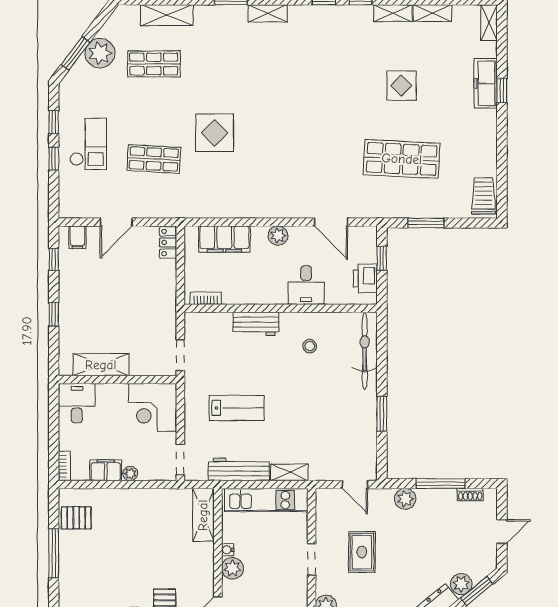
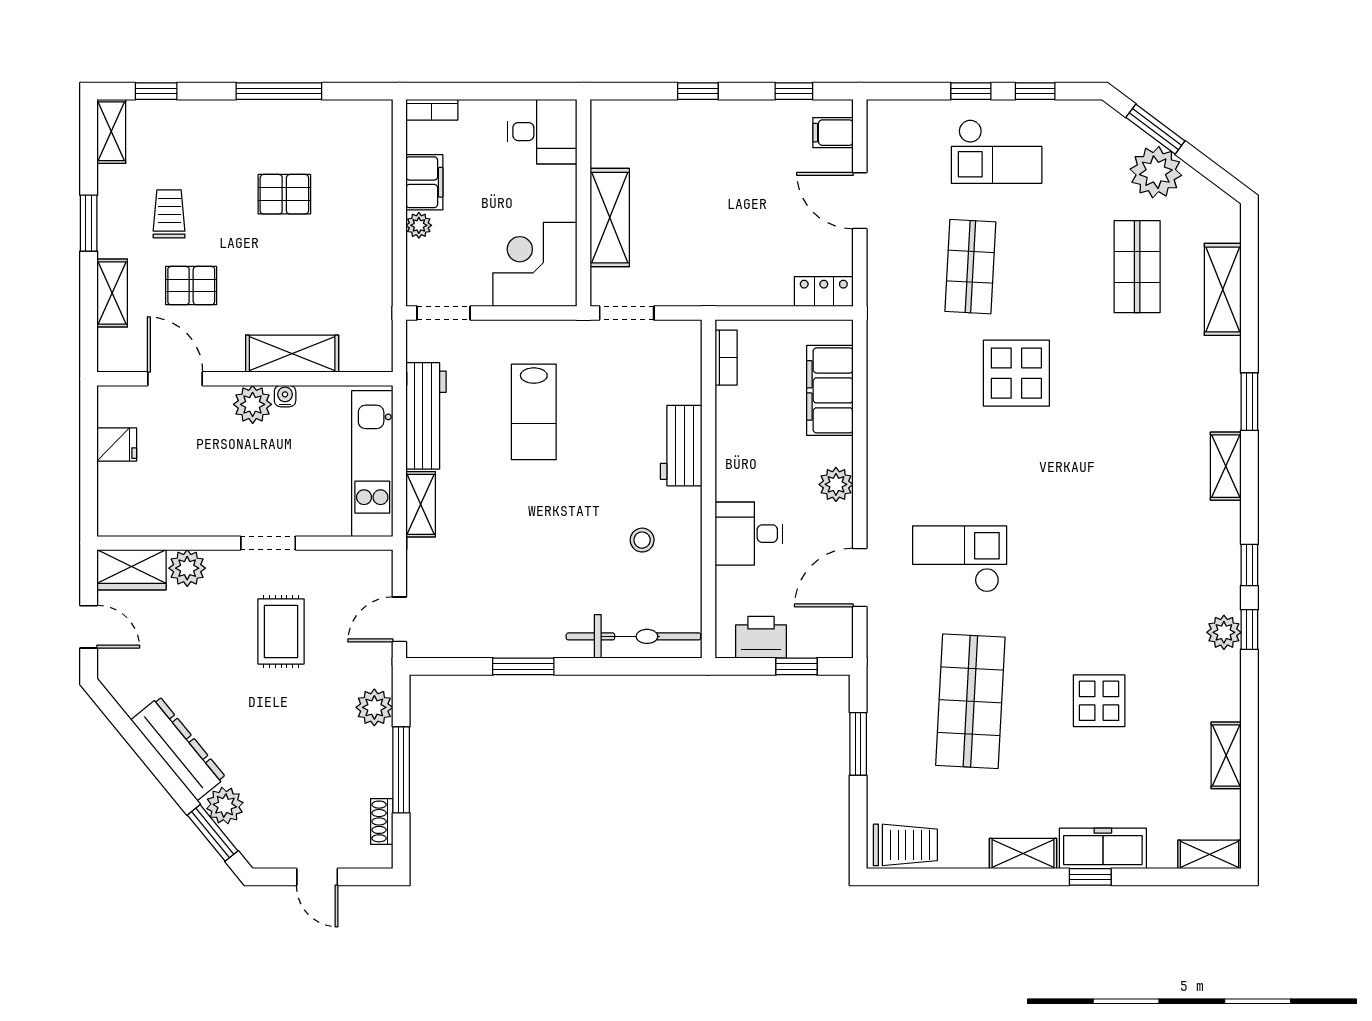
shelving: (393, 13) -> (1023, 854), moved, turned 90
plant: (362, 14) -> (1224, 632), added
checkout: (321, 165) -> (960, 559), added
shelving: (101, 365) -> (610, 218), moved
shelving: (203, 515) -> (292, 354), moved
pallet: (76, 518) -> (284, 194), moved, turned 90
rug: (362, 552) -> (281, 631), turned 90

